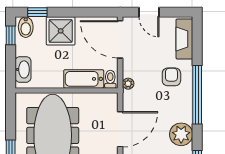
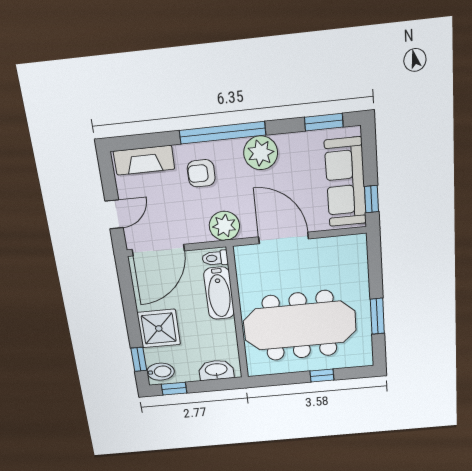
plant: (128, 84) -> (224, 226), width x1.87, depth x1.87
plant: (181, 134) -> (261, 153), moved

